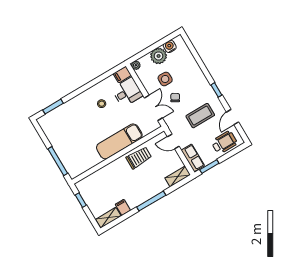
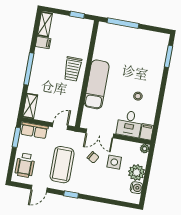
coffee table: (200, 116) -> (62, 165), width x1.36, depth x1.32
door: (233, 117) -> (39, 189), swing flipped
trolley: (139, 158) -> (73, 69), moved

